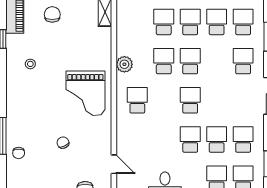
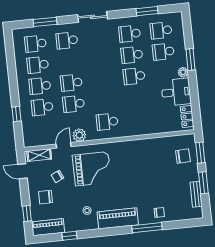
grand piano: (85, 93) -> (92, 169), moved
school desk: (190, 100) -> (103, 79), removed
piano: (17, 101) -> (118, 218), added
chair: (63, 143) -> (58, 176), moved
door: (114, 164) -> (64, 145), moved

